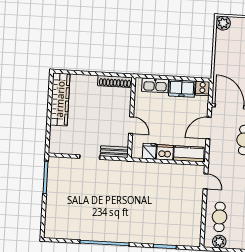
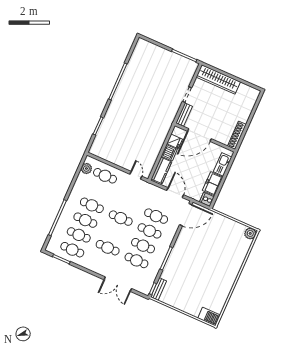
wardrobe: (60, 99) -> (218, 79), moved
door: (131, 125) -> (199, 135), width x1.87
door: (205, 181) -> (136, 175), swing flipped

